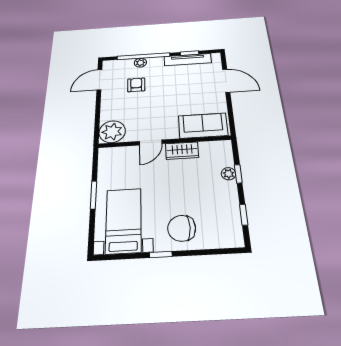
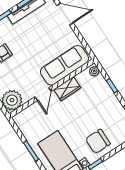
sofa: (203, 126) -> (64, 65), width x1.36
plant: (228, 174) -> (94, 71), moved

